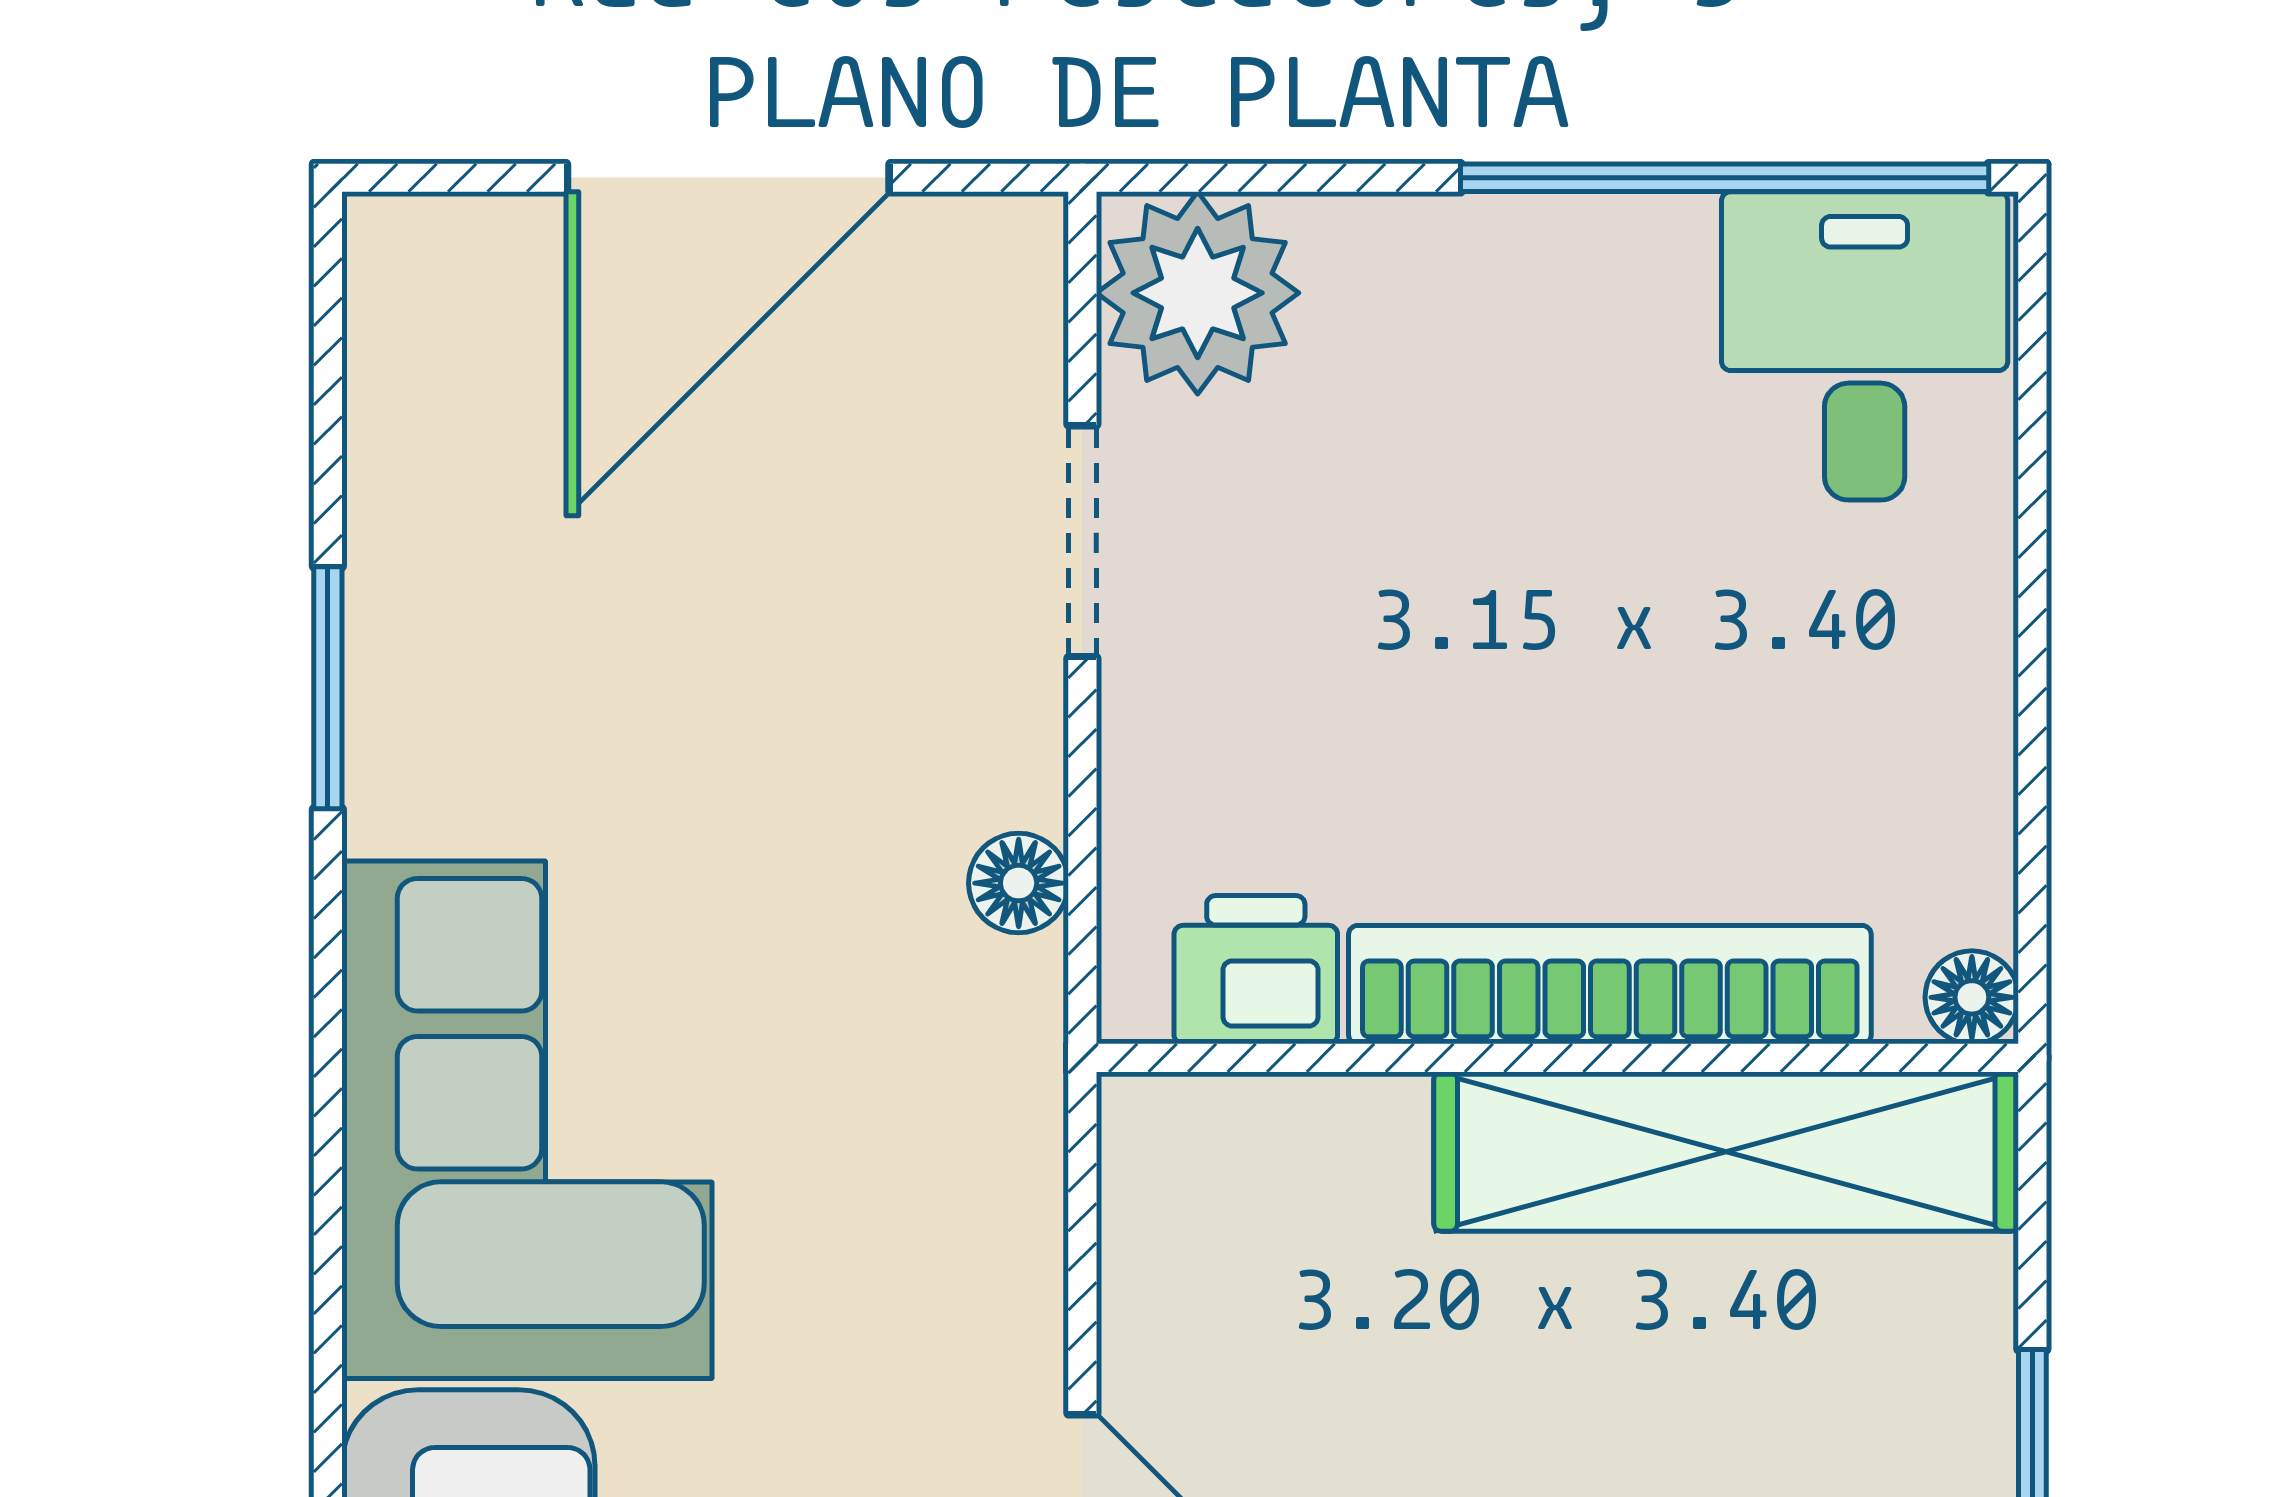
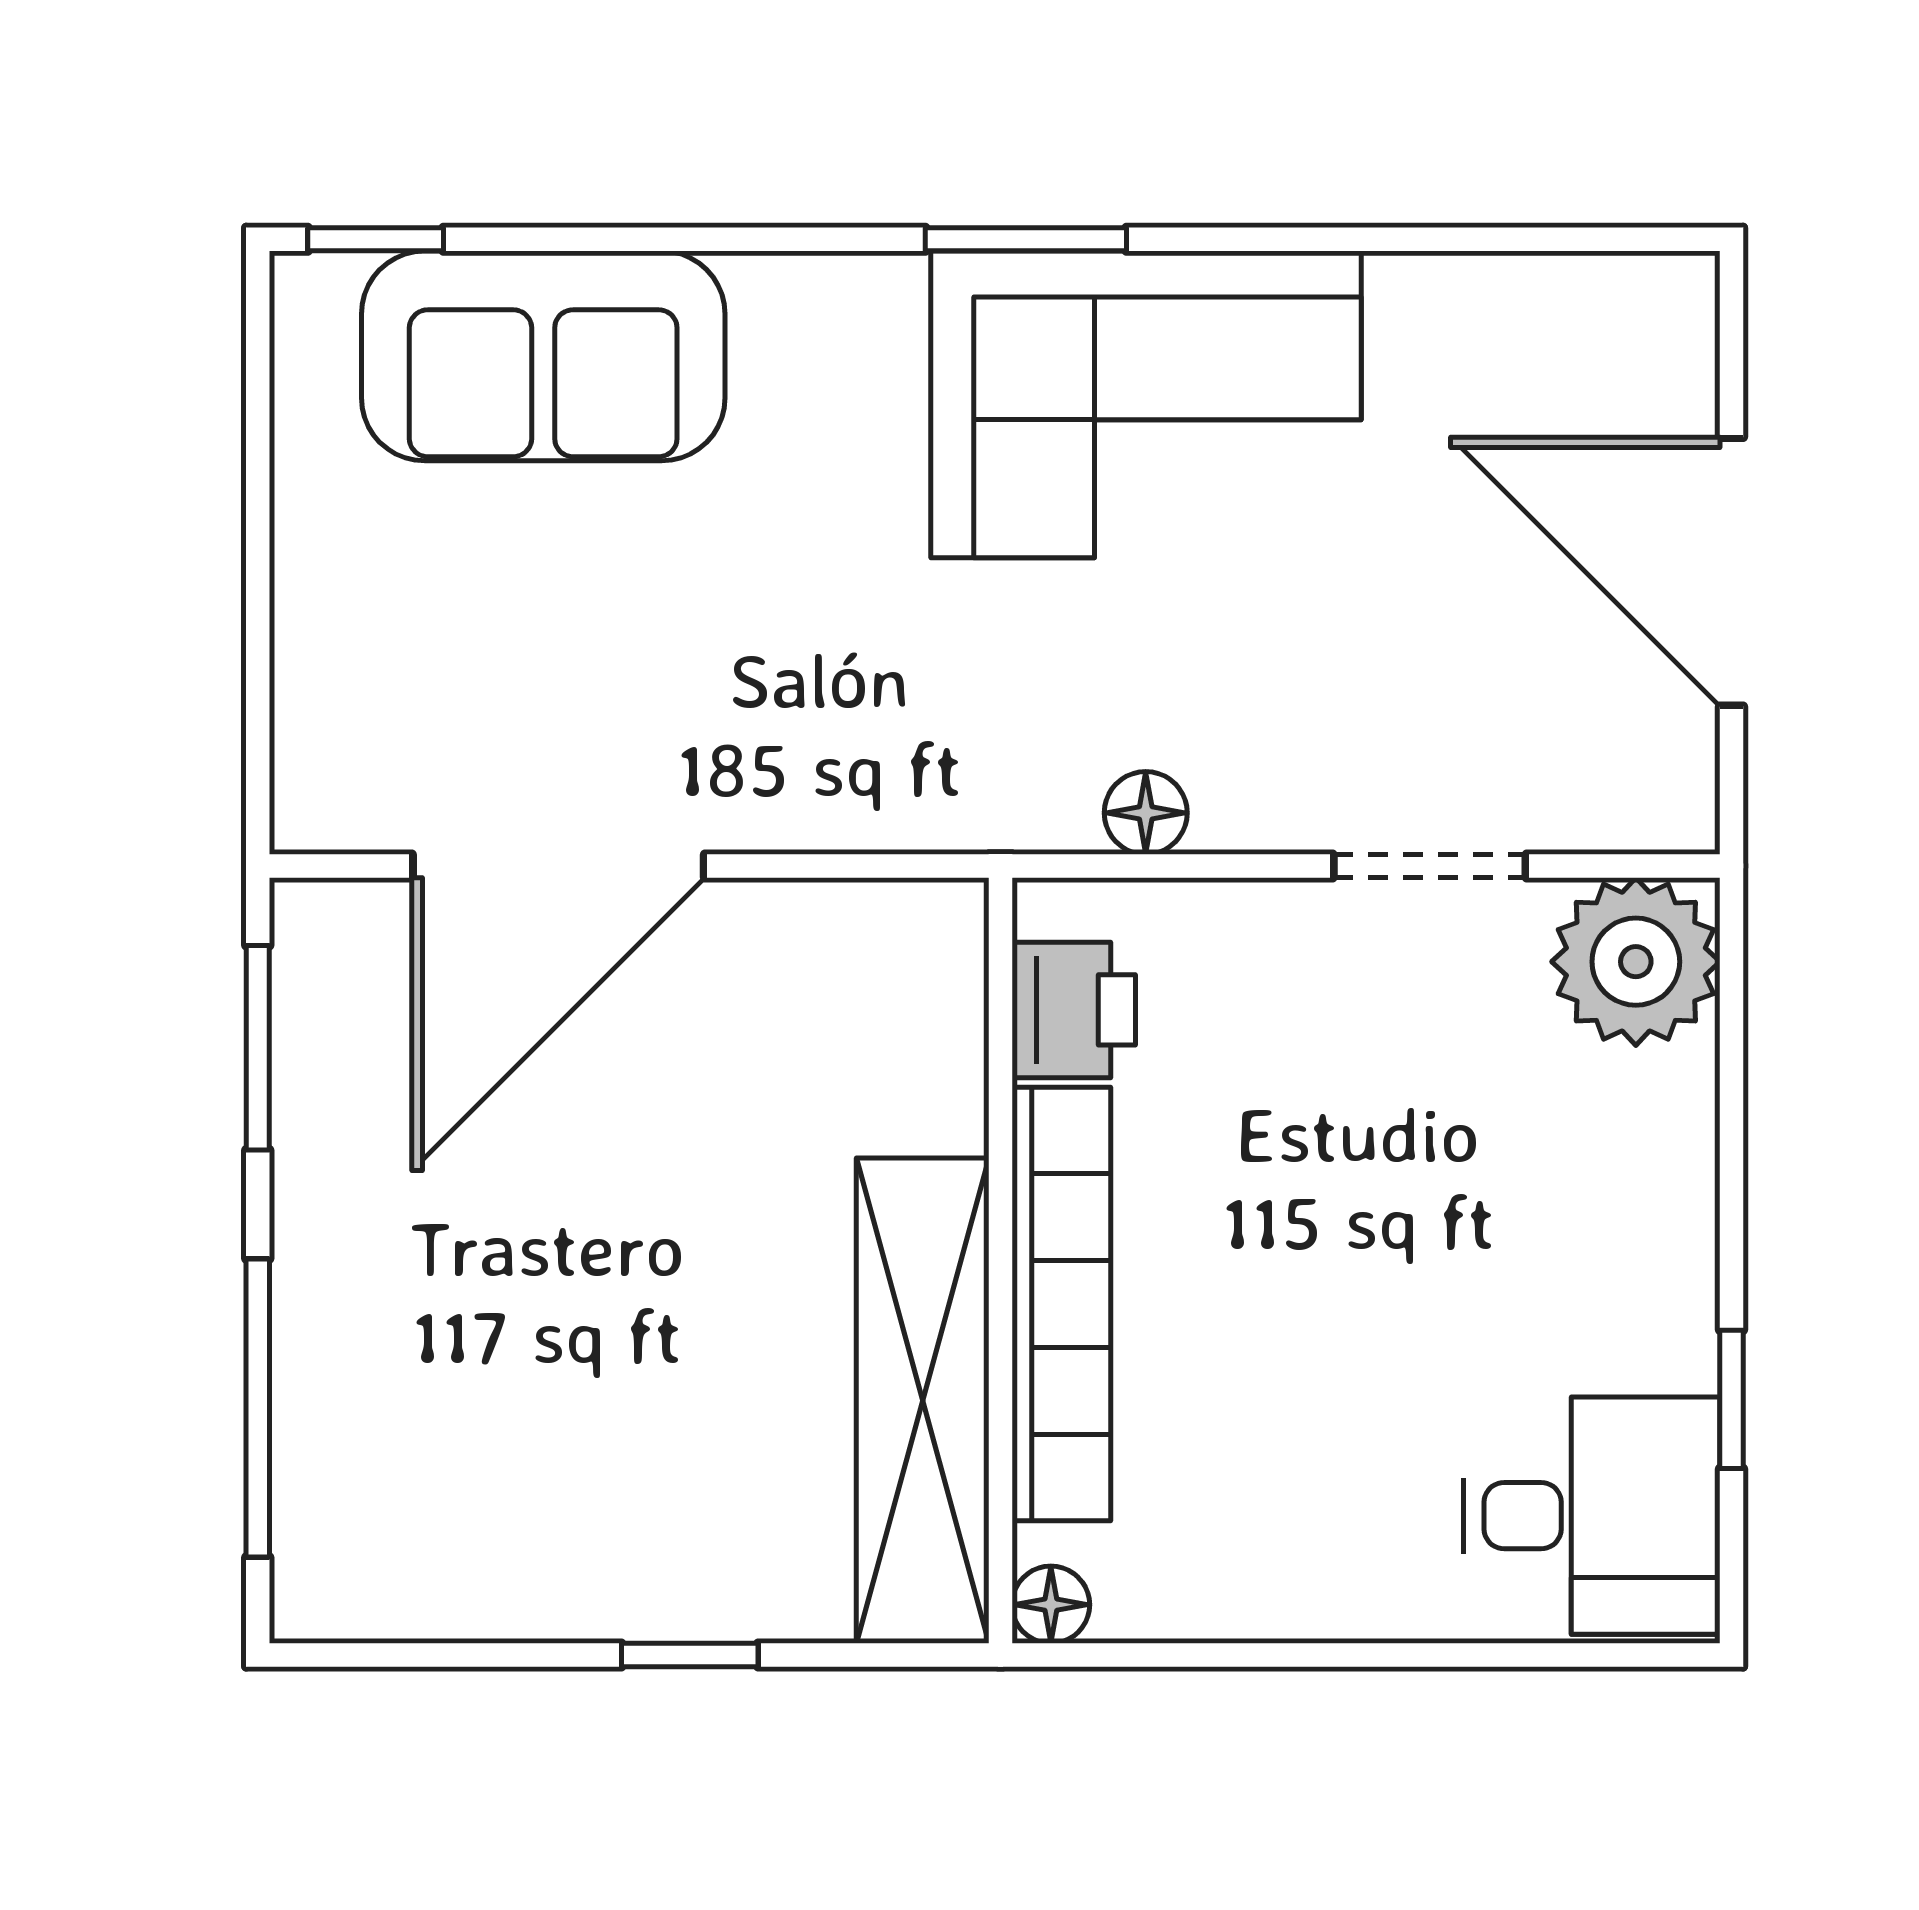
window: (1725, 178) -> (1732, 1399), width x0.32
window: (328, 688) -> (1026, 239), moved
corner sofa: (527, 1120) -> (1146, 404), moved

